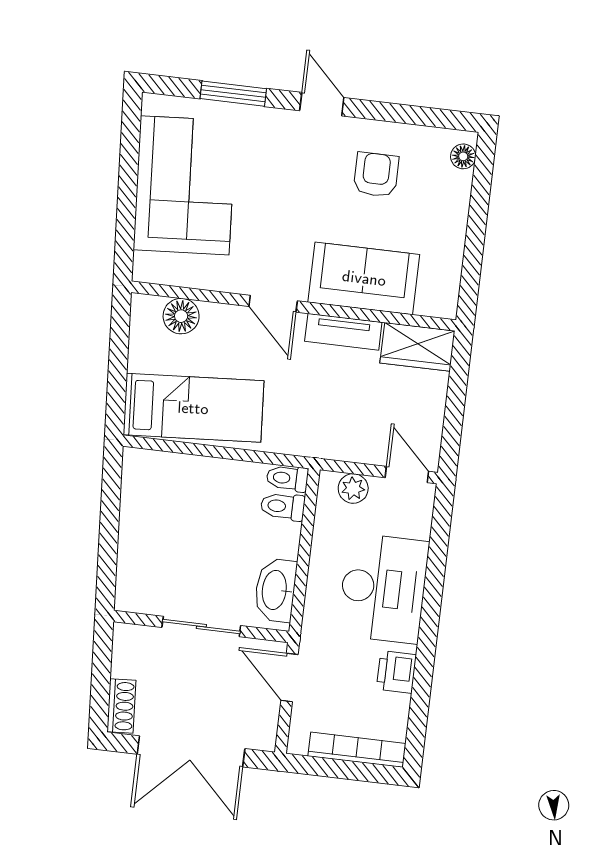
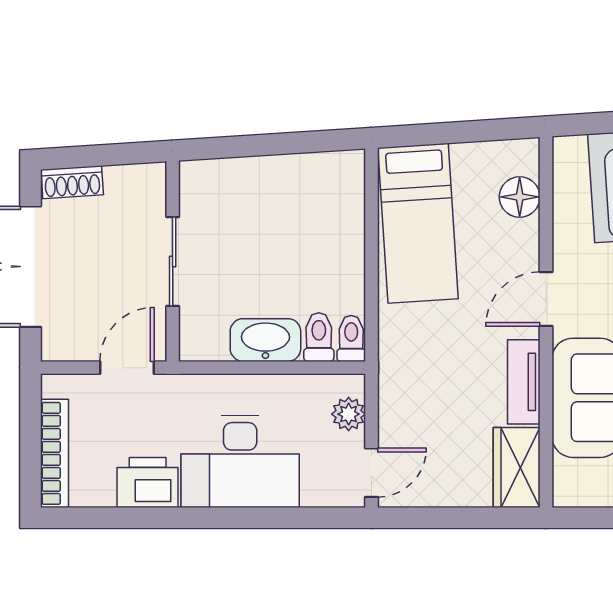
washbasin: (275, 590) -> (265, 340), moved
printer: (396, 672) -> (148, 483), width x1.36, depth x1.24

